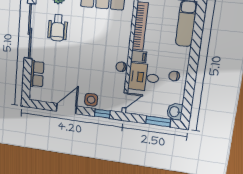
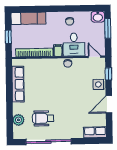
wheelchair: (58, 28) -> (43, 118), turned 180
row of seats: (37, 74) -> (95, 132), moved
door: (66, 109) -> (109, 104), hinge flipped

